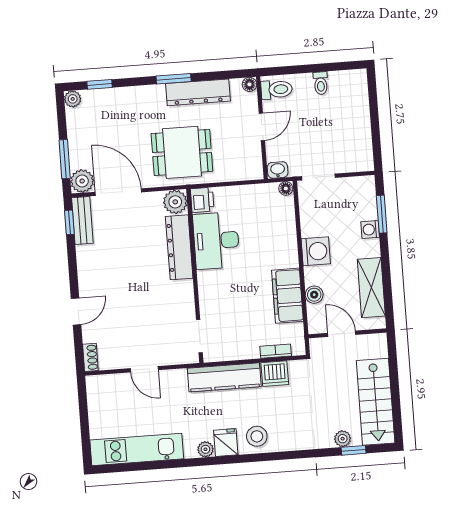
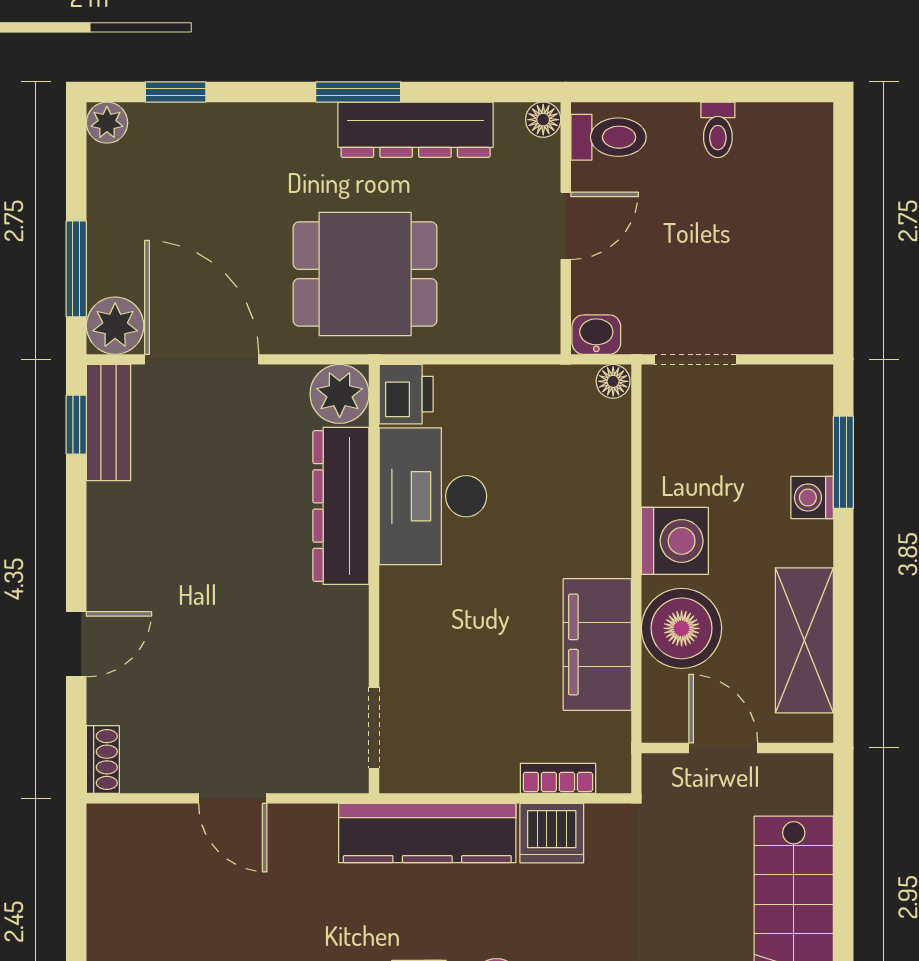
boiler: (314, 295) -> (682, 628), width x1.86, depth x1.86

